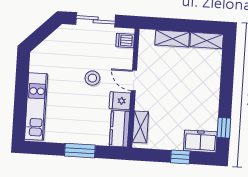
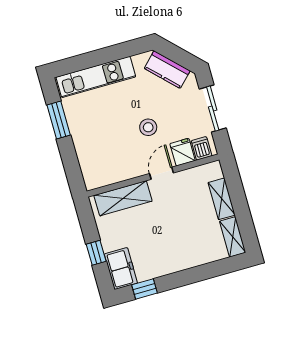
fridge: (120, 101) -> (183, 152), moved
shelving: (140, 127) -> (123, 198), width x1.50, depth x1.33
kitchen counter: (119, 129) -> (167, 70), moved, turned -135
window: (80, 151) -> (59, 120), moved

